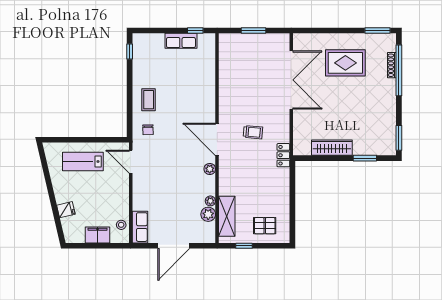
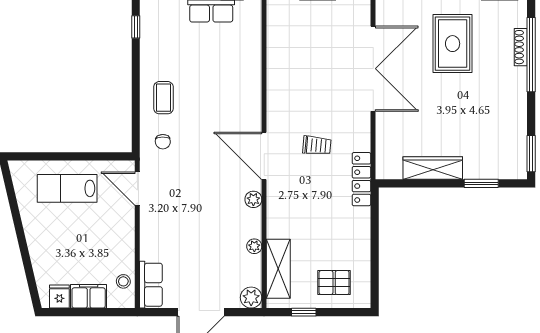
rug: (345, 63) -> (453, 44), turned 90
locker: (283, 155) -> (361, 179), width x1.53
fridge: (66, 210) -> (59, 297), moved, turned -77
plant: (208, 214) -> (251, 298), moved

